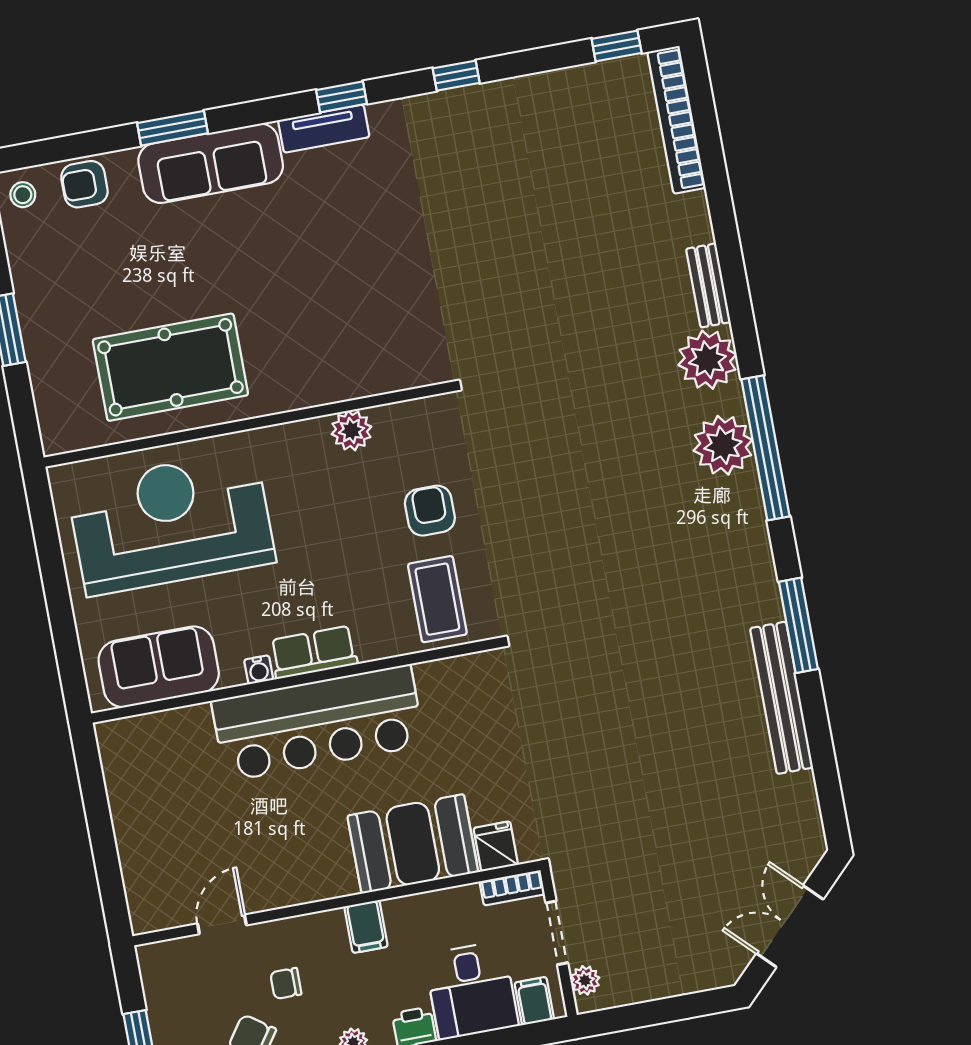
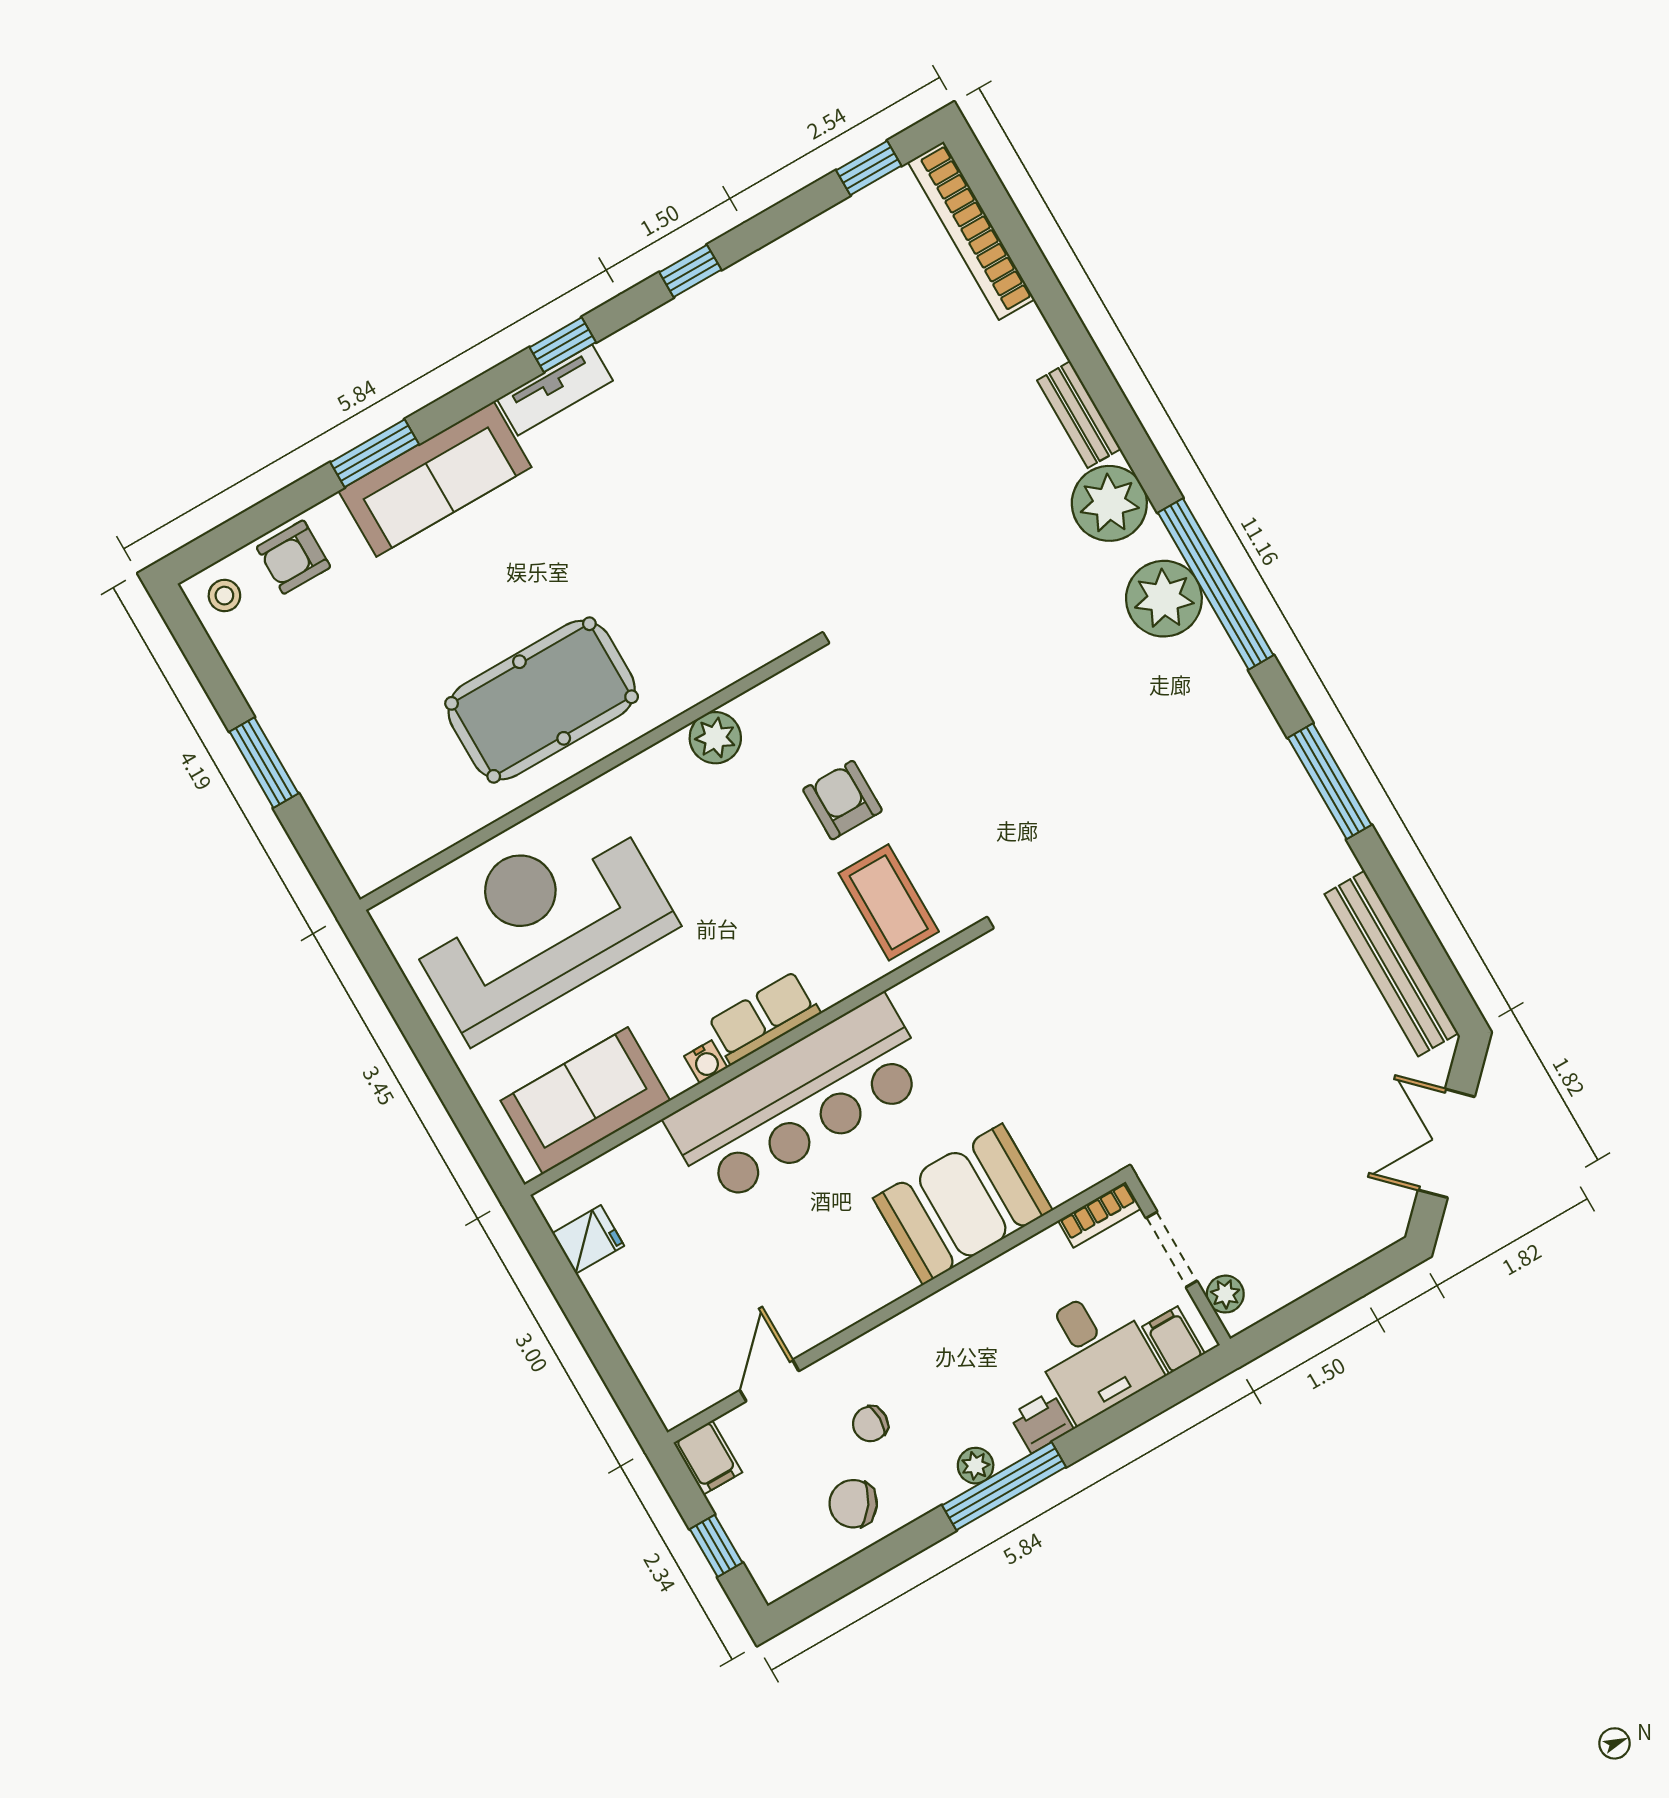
pool table: (170, 367) -> (542, 700), moved
bench: (782, 698) -> (1391, 964), moved
fridge: (496, 846) -> (588, 1239), moved, turned 90
filing cabinet: (366, 927) -> (708, 1457), moved

